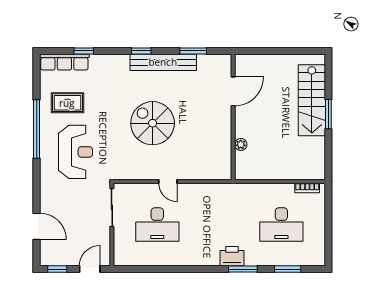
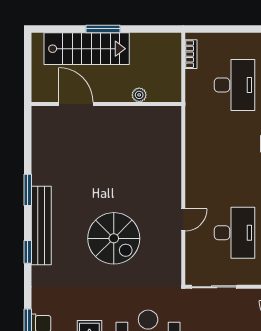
door: (233, 91) -> (76, 104), moved
wall: (233, 117) -> (106, 104), moved
spiral stairs: (153, 123) -> (114, 238), turned -90
plant: (241, 144) -> (139, 95), moved

